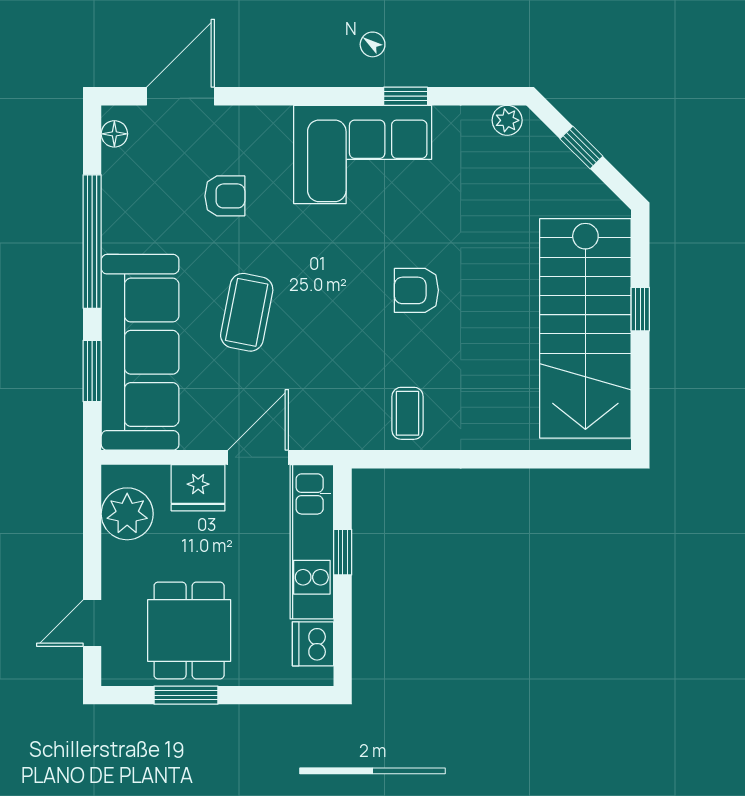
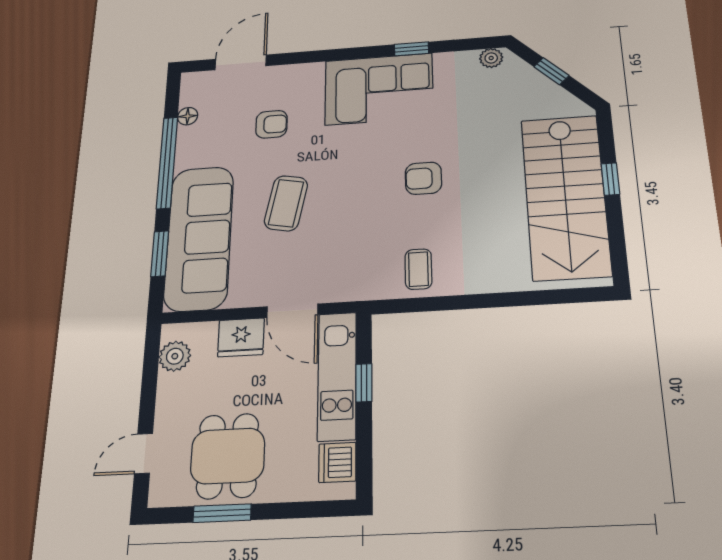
floor lamp: (114, 134) -> (188, 116), moved
door: (258, 457) -> (292, 311), swing flipped
plant: (127, 514) -> (175, 356), width x0.73, depth x0.73

